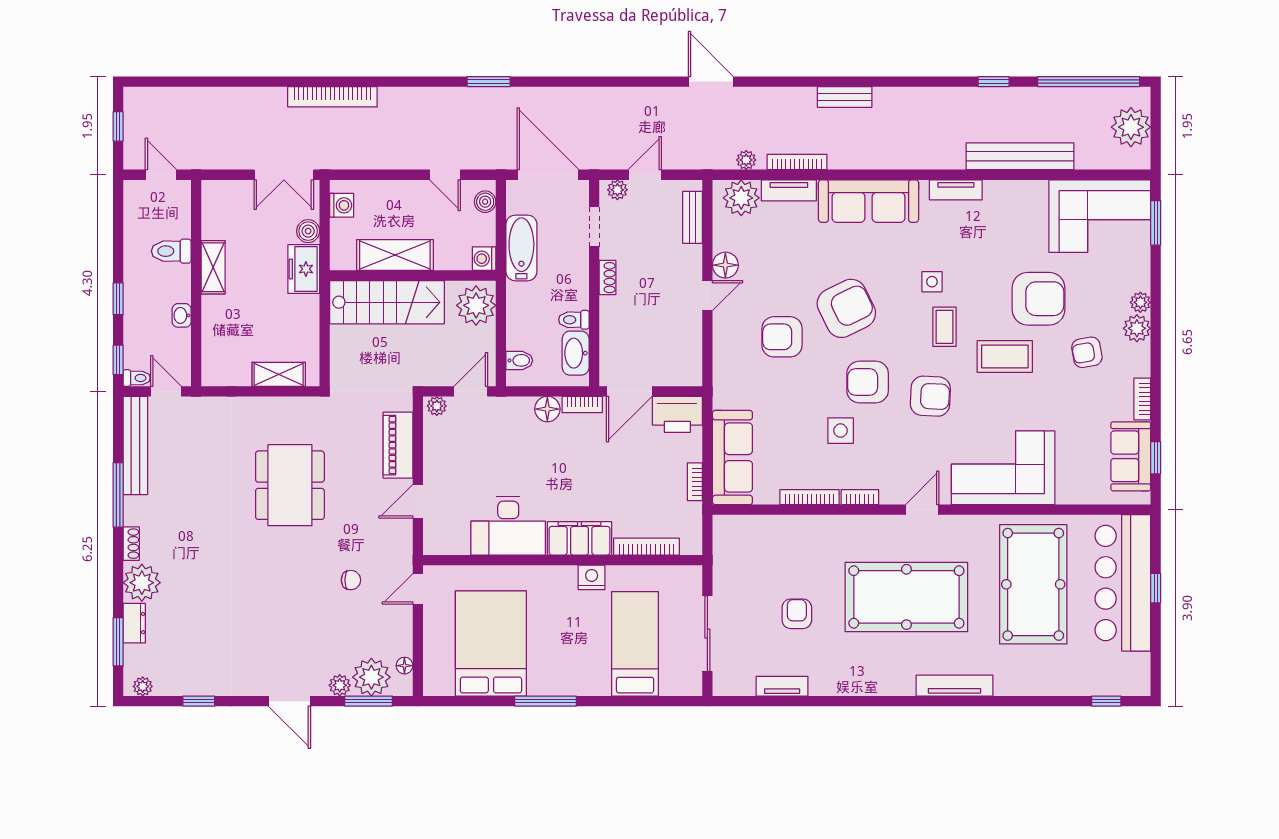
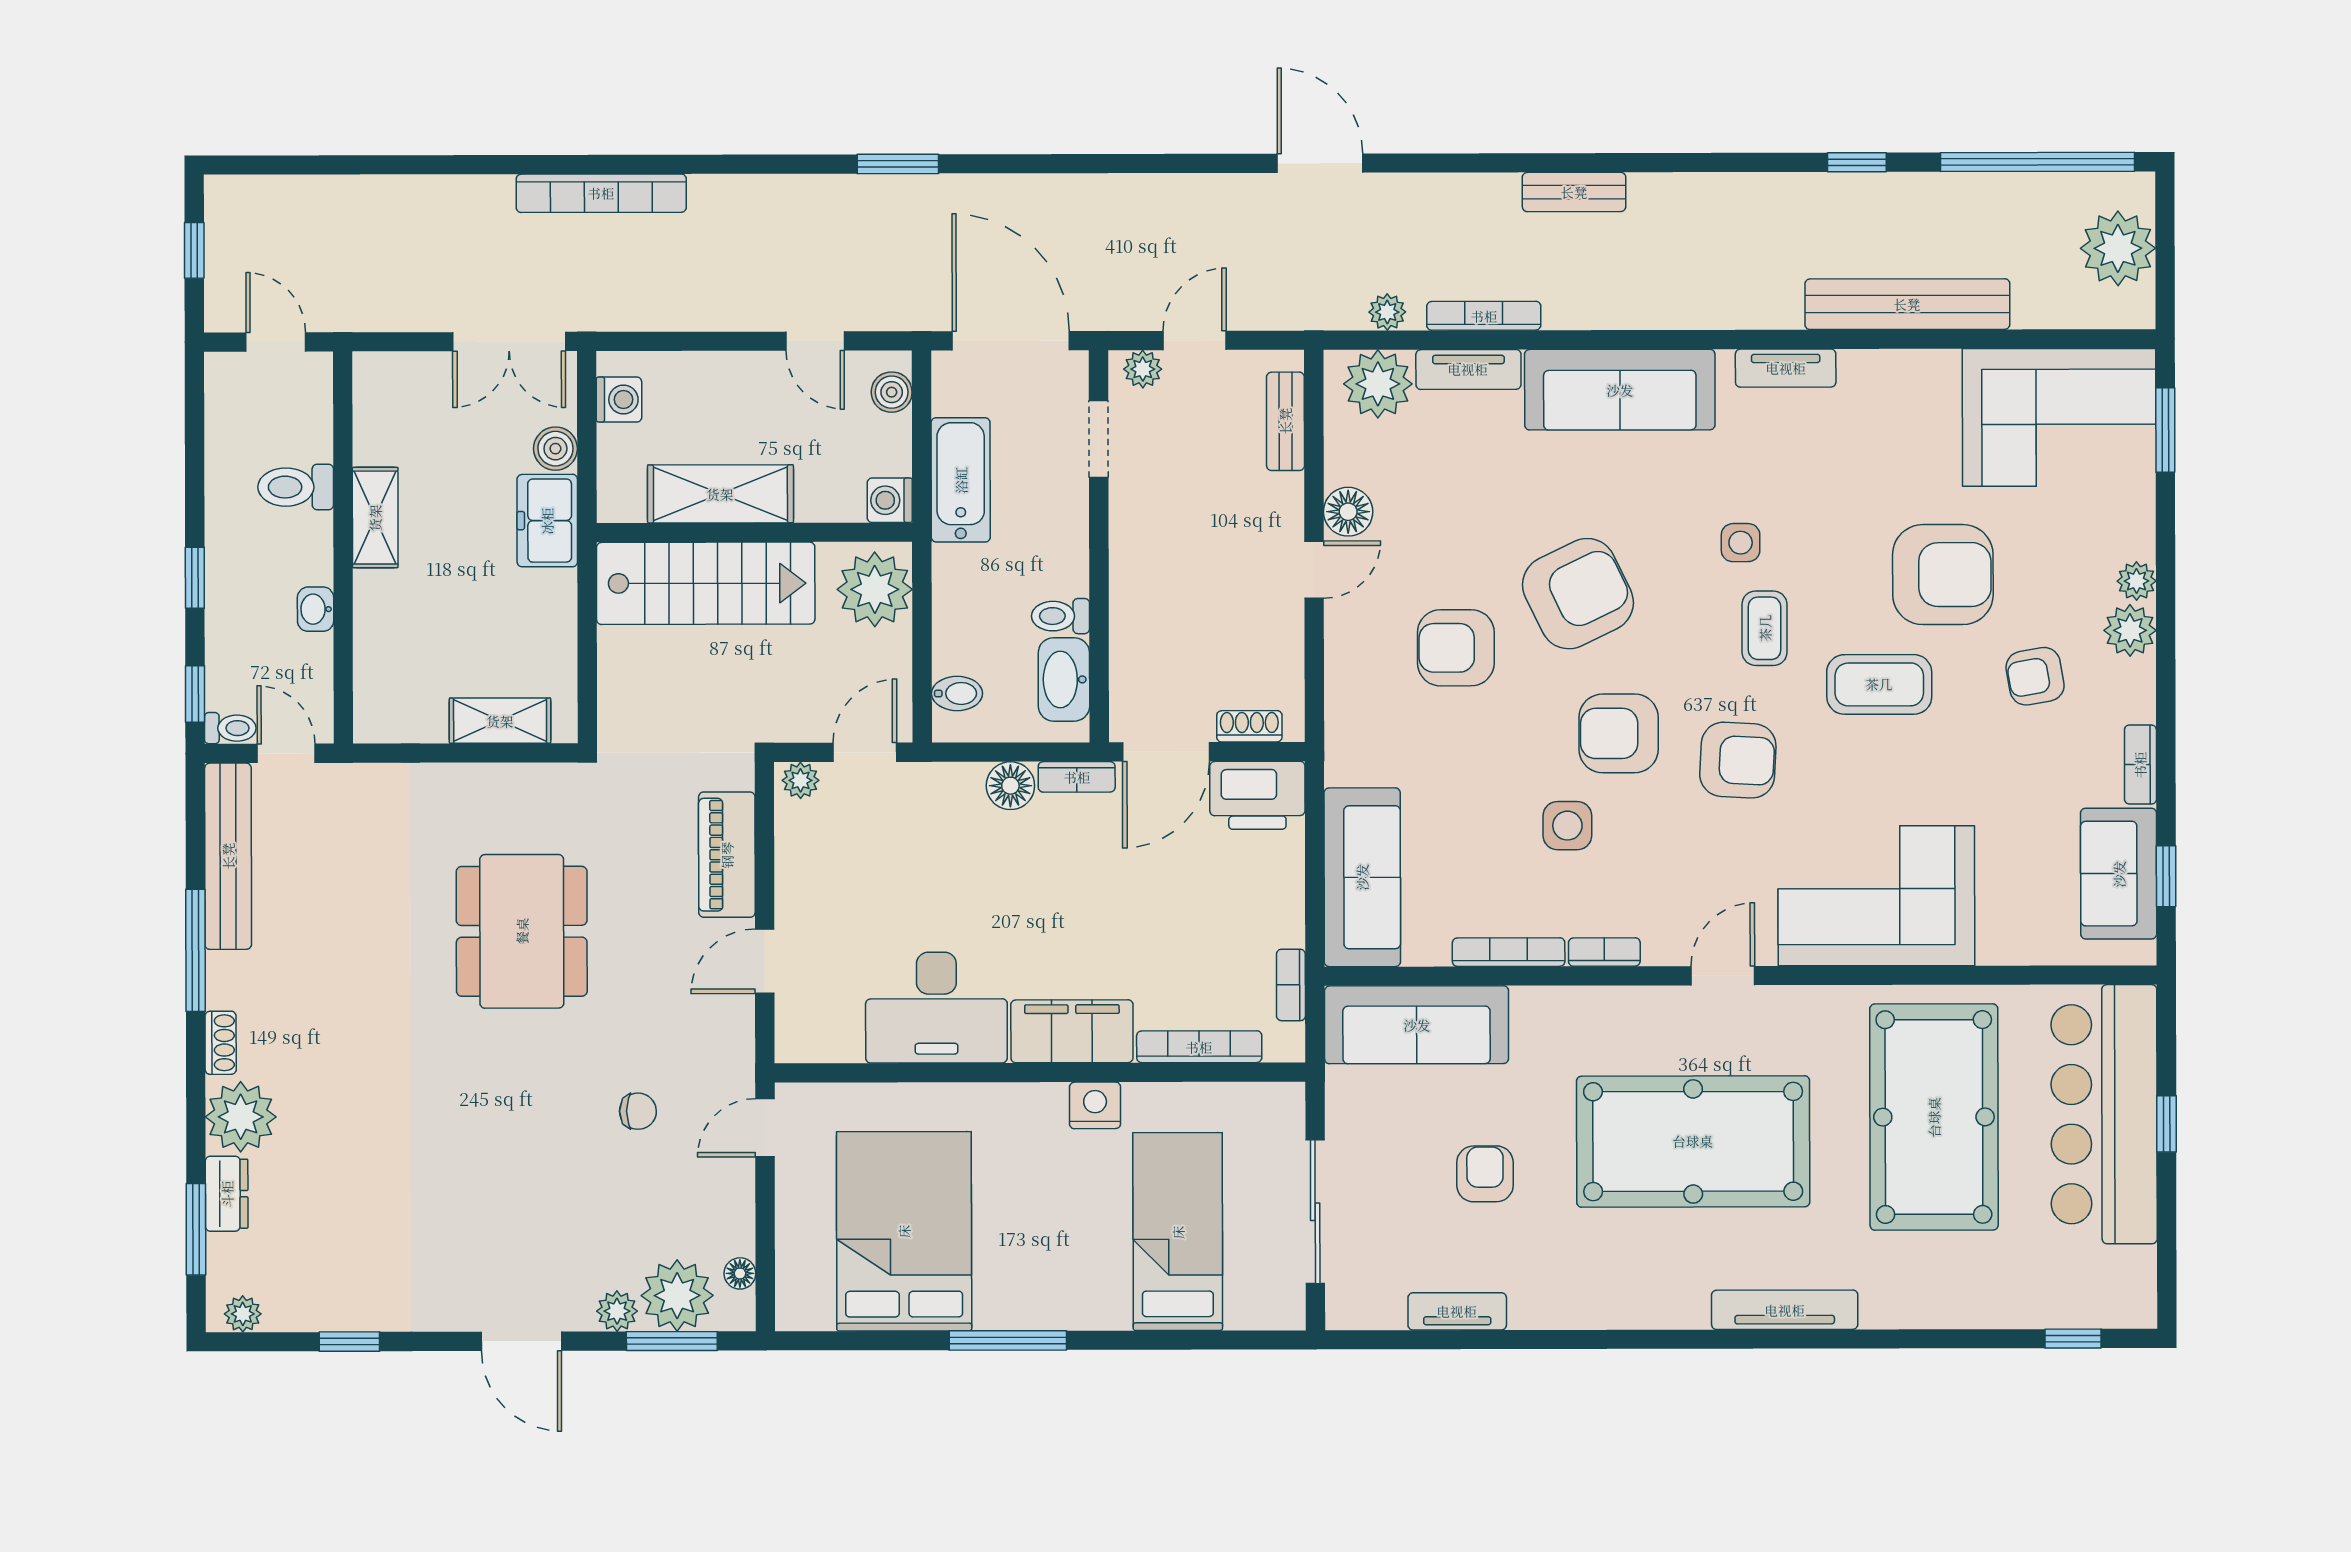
shoe rack: (607, 278) -> (1249, 726), moved, turned -90
bookcase: (695, 482) -> (1291, 985), moved
sofa: (761, 535) -> (1417, 1025), added

